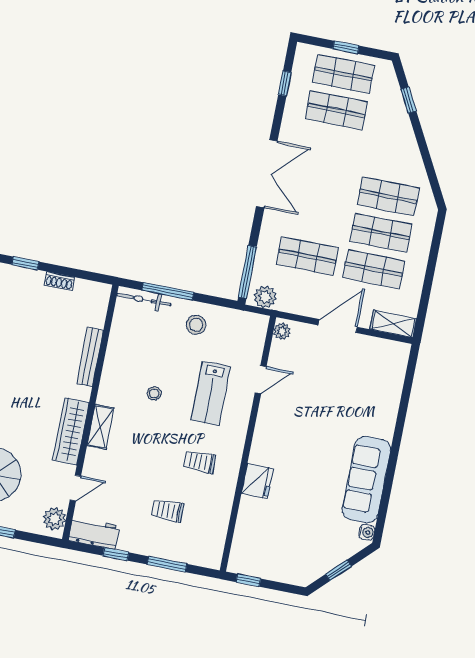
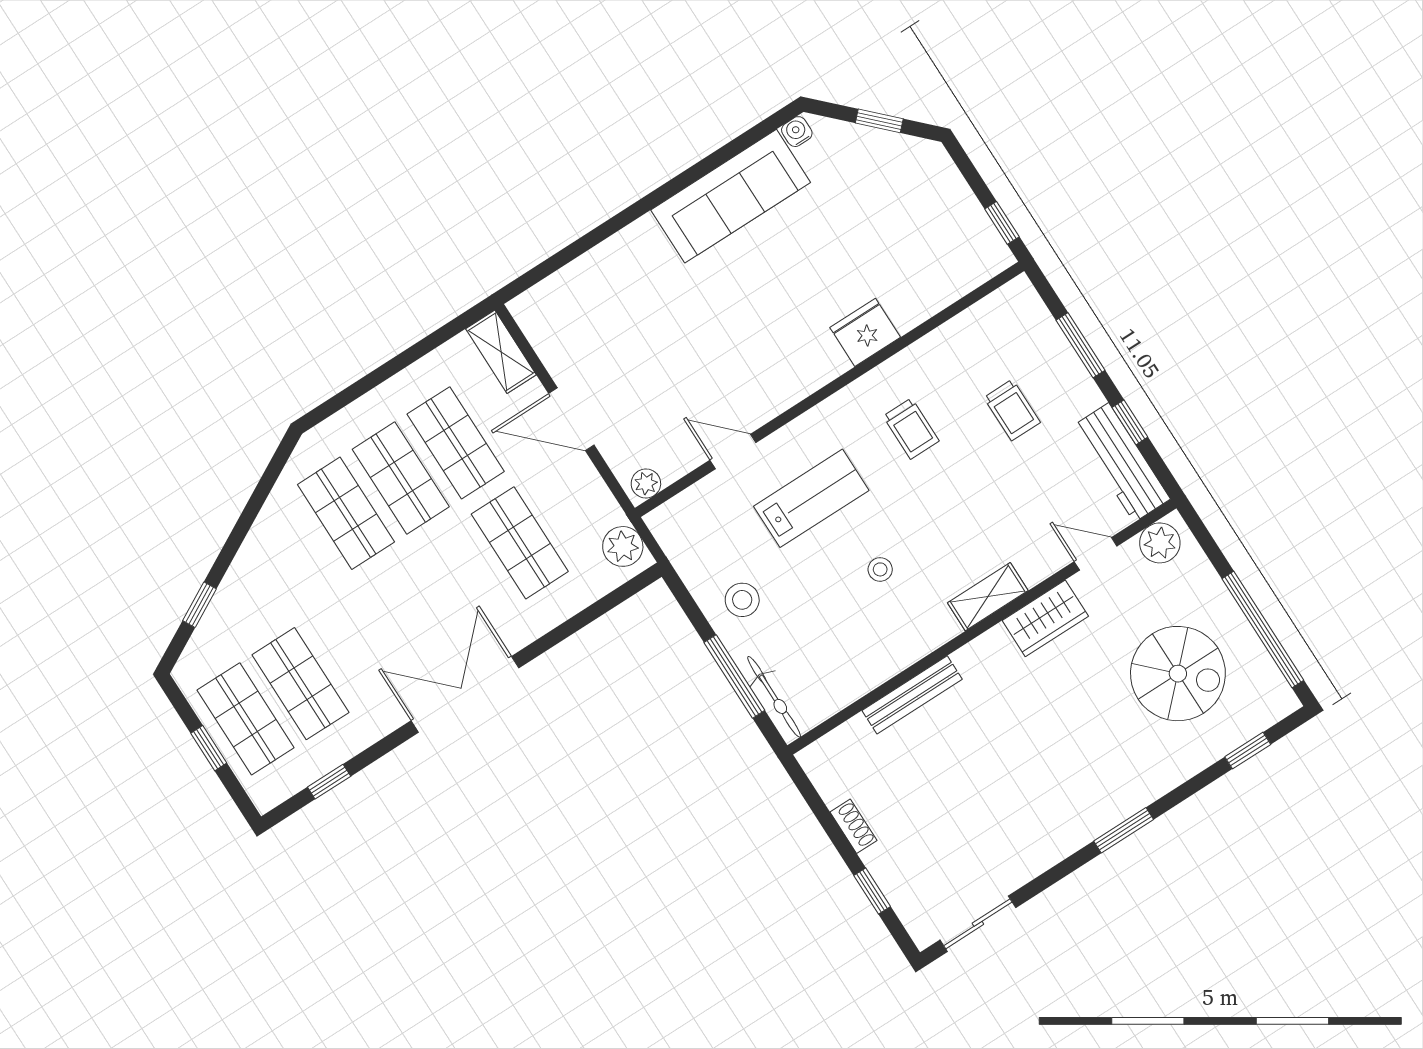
window: (247, 272) -> (613, 599), removed
wardrobe: (71, 431) -> (1045, 618), width x0.67
workbench: (94, 533) -> (1121, 462), width x1.38

